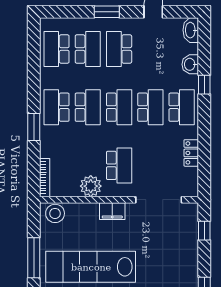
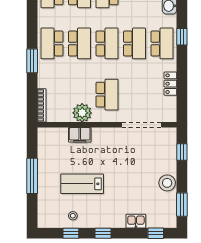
window: (204, 85) -> (182, 37), moved
filing cabinet: (112, 211) -> (80, 135), moved
stool: (55, 213) -> (167, 183), moved
lab bench: (91, 267) -> (82, 184), width x0.54, depth x0.72

